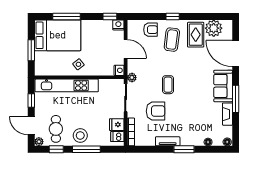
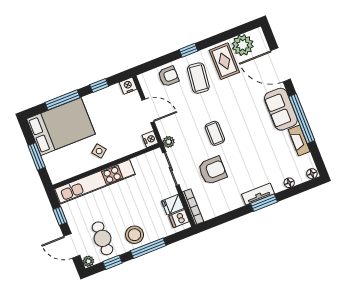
window: (110, 16) -> (99, 85), moved
window: (236, 99) -> (302, 119), width x1.46
tv unit: (168, 141) -> (258, 194), moved

